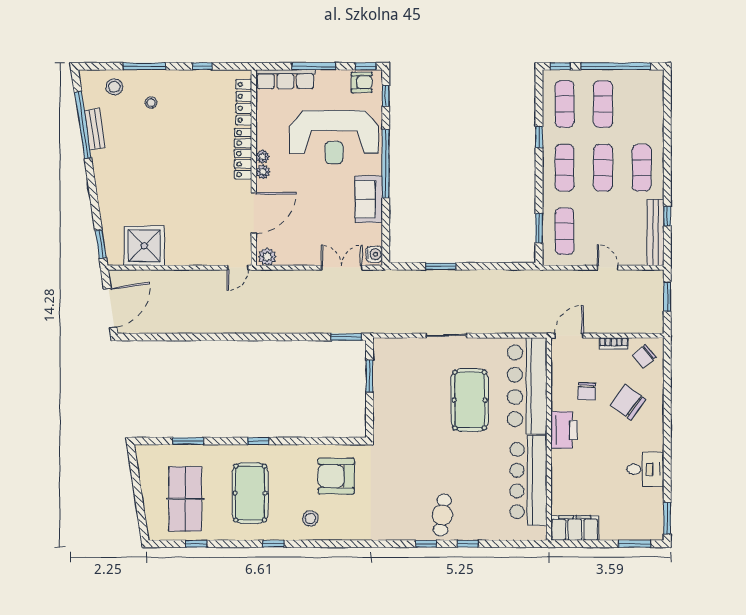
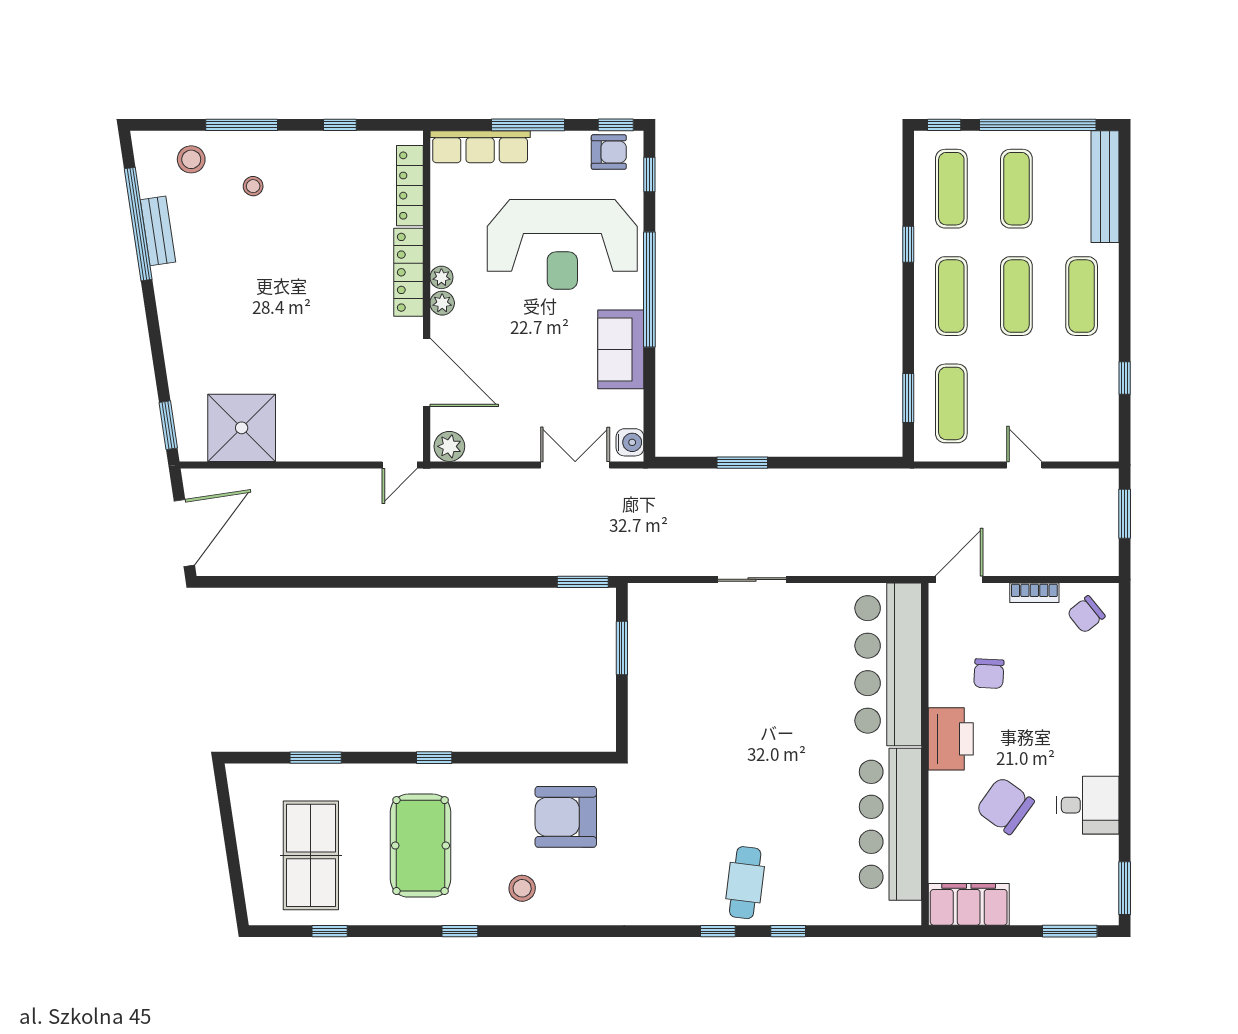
door: (254, 213) -> (427, 372), hinge flipped
bench: (656, 233) -> (1105, 187), moved
pool table: (470, 400) -> (791, 688), removed
chair: (628, 402) -> (1005, 806), moved

